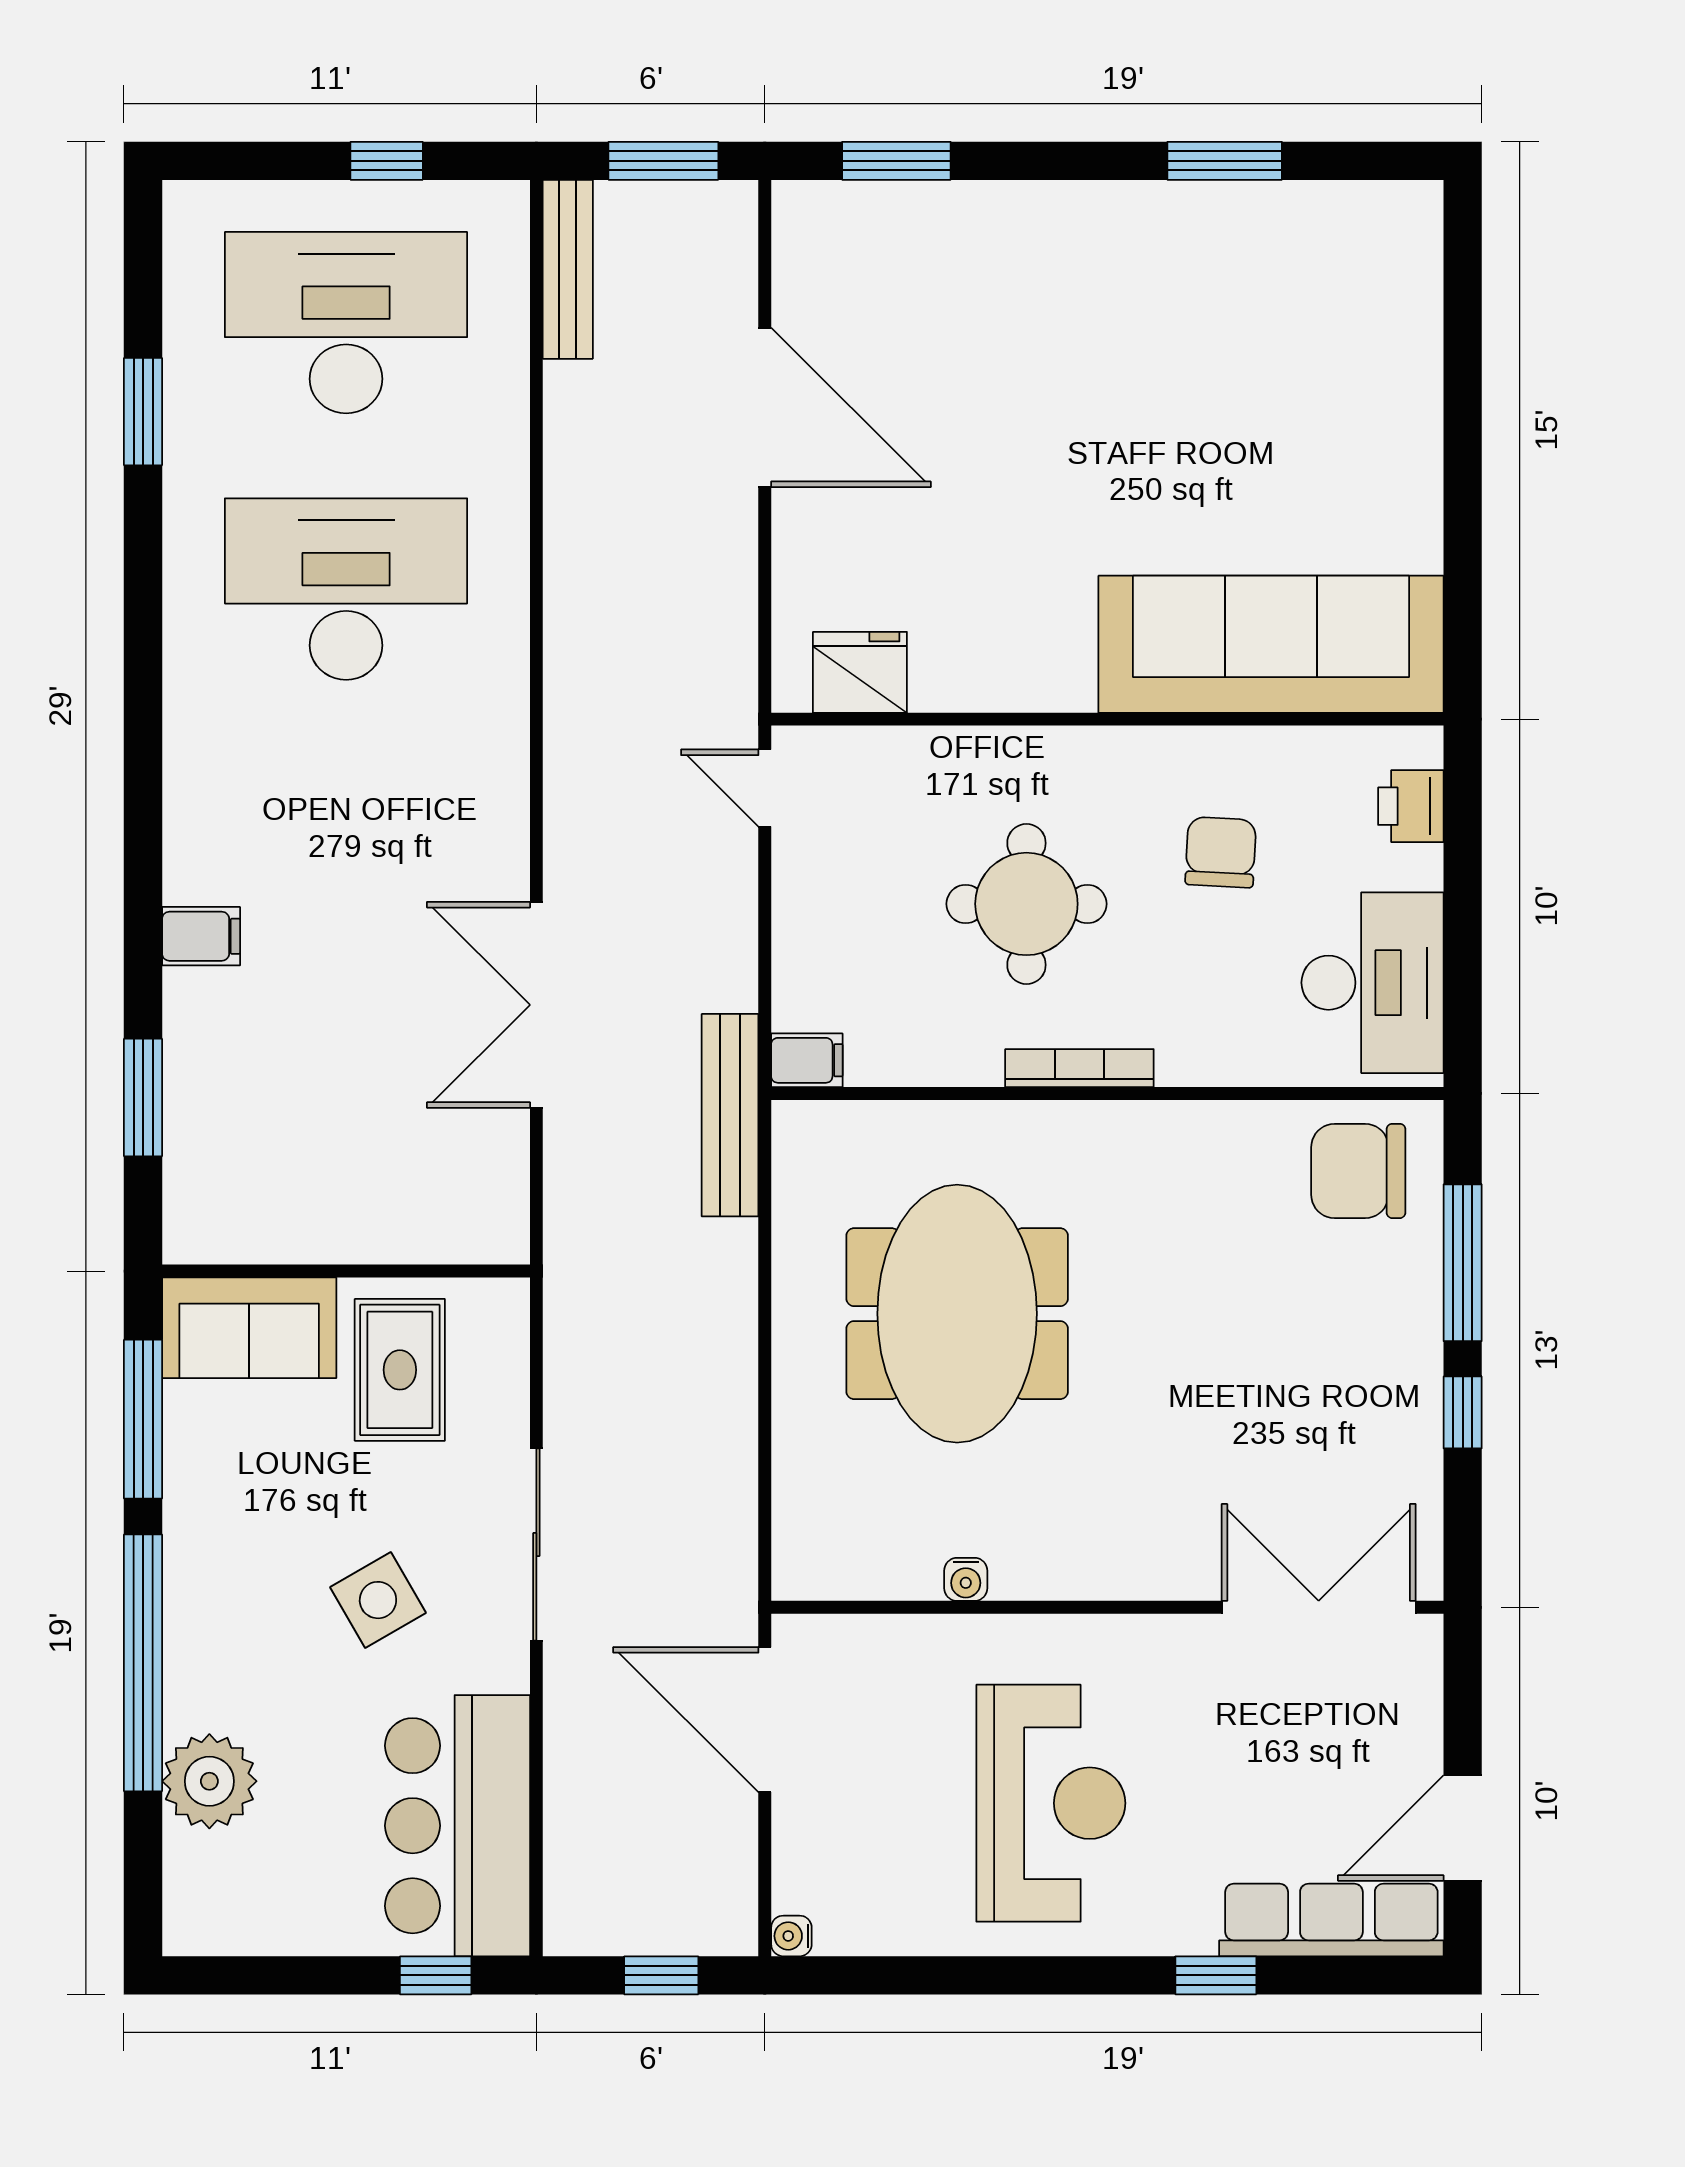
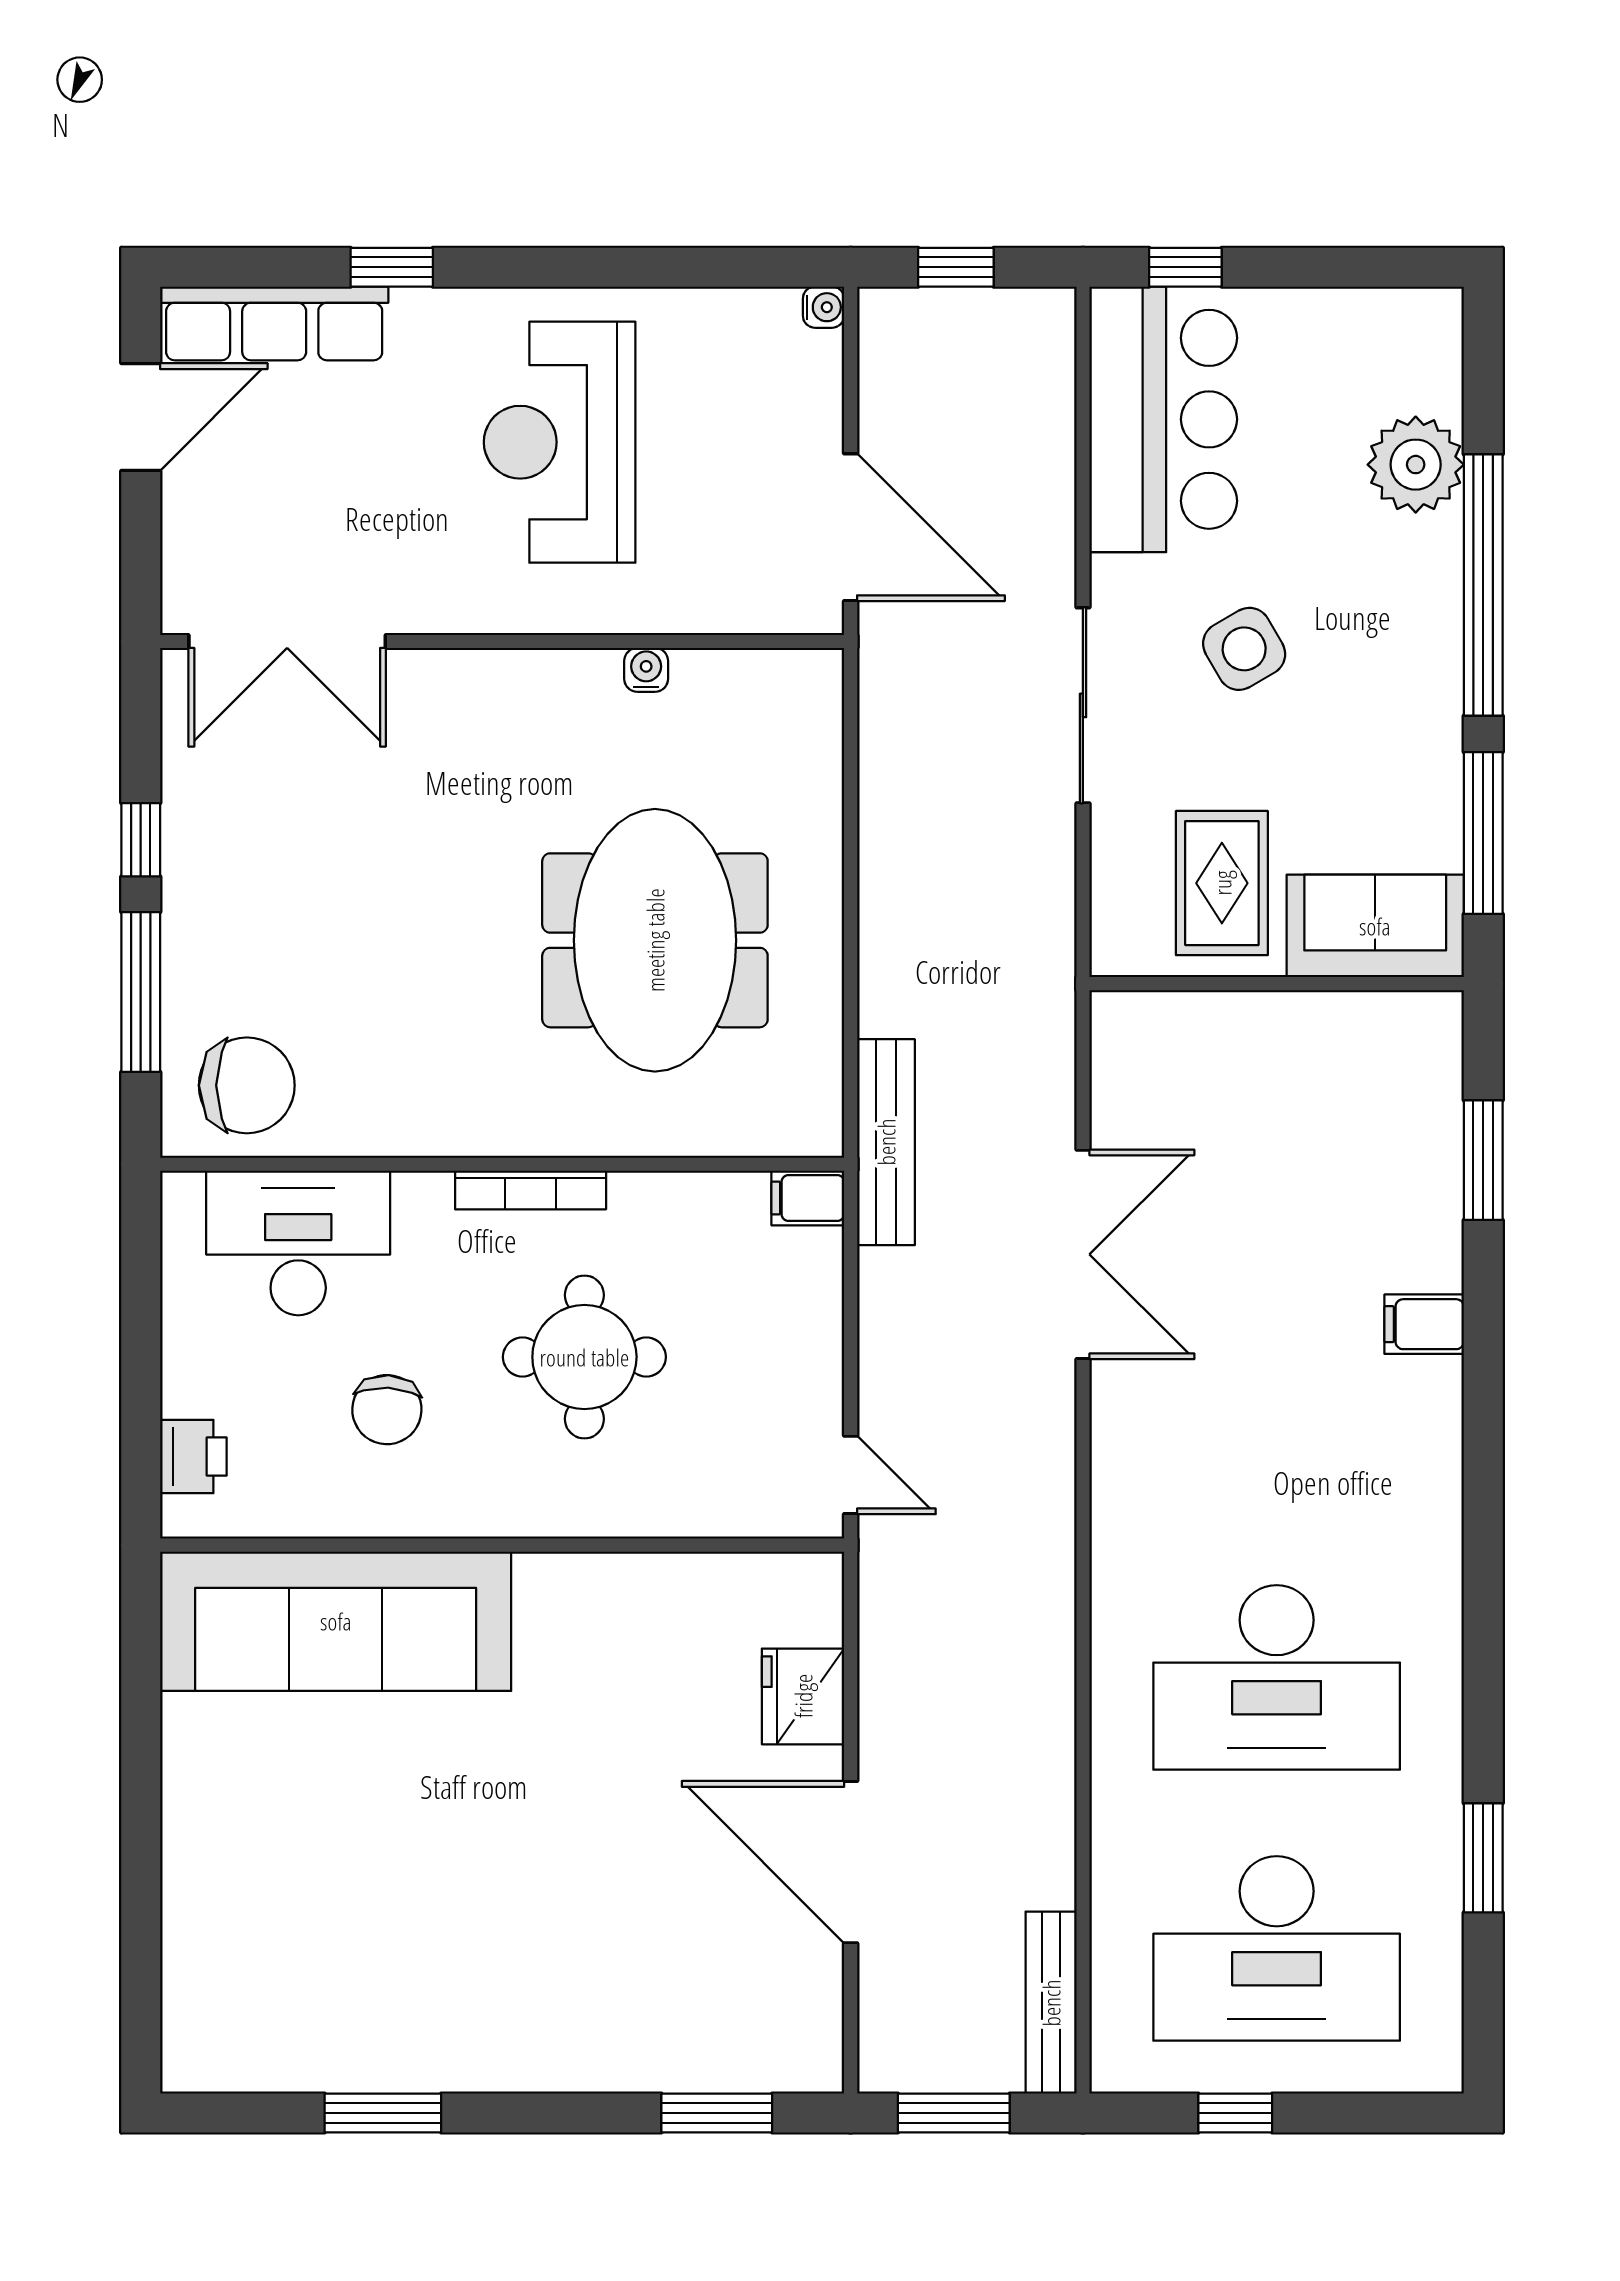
fridge: (860, 672) -> (803, 1696), moved, turned 90
desk: (1373, 983) -> (298, 1243), moved, turned 90

